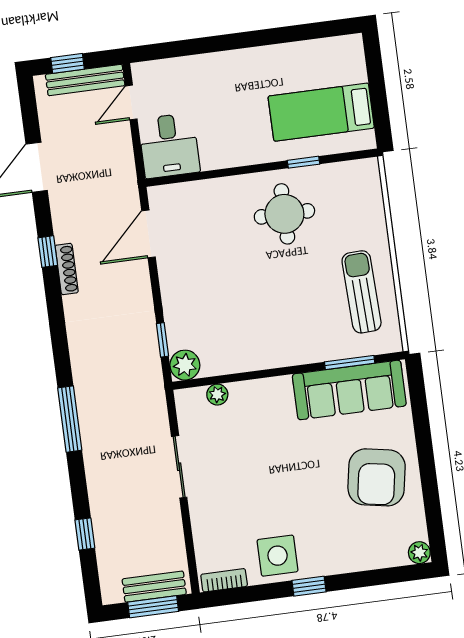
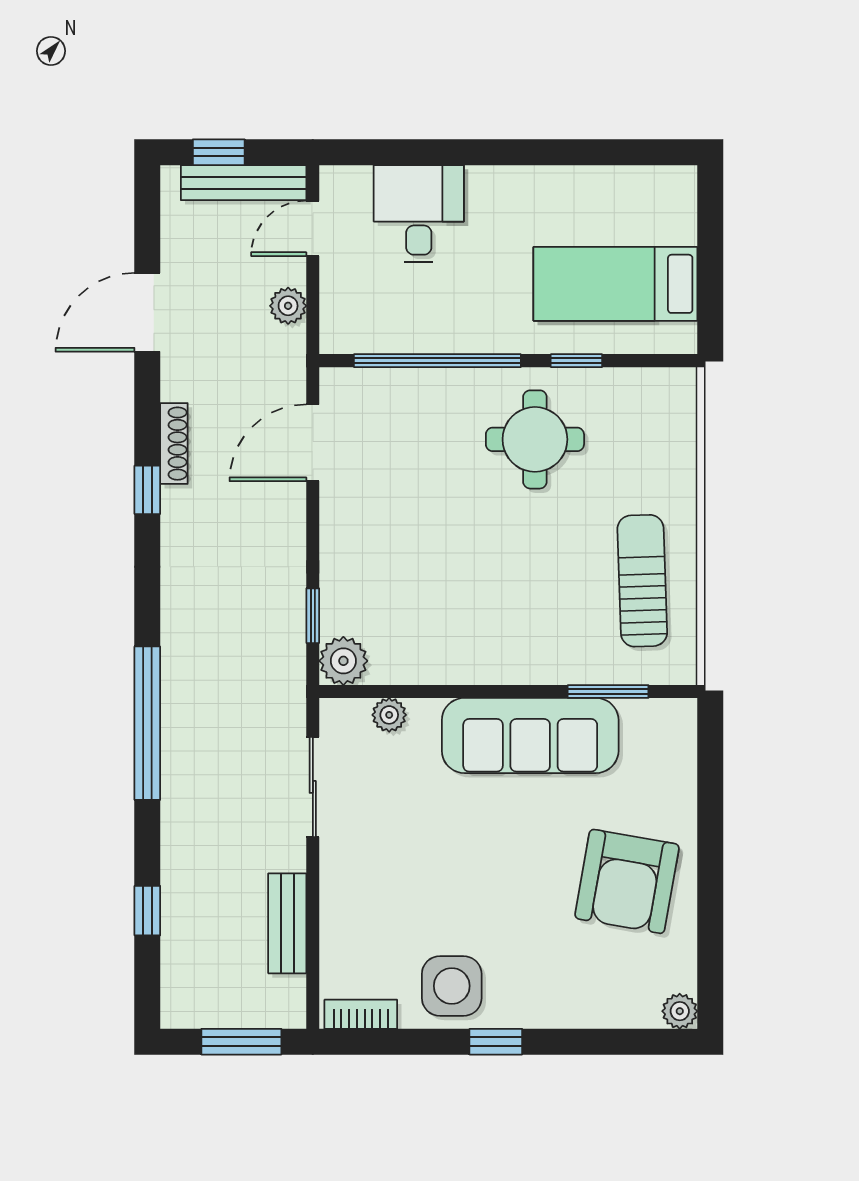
desk: (169, 146) -> (419, 214), moved, turned 180
plant: (122, 152) -> (288, 306), added
window: (218, 173) -> (437, 361), added
window: (48, 252) -> (147, 490), moved
shoe rack: (67, 269) -> (174, 444), moved
sofa: (349, 390) -> (530, 735), moved
window: (70, 419) -> (147, 723), width x1.46
sliding door: (179, 467) -> (313, 787), moved
bench: (154, 587) -> (287, 923), moved, turned 90

